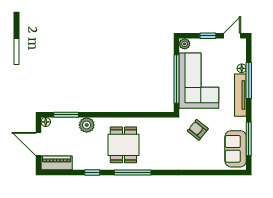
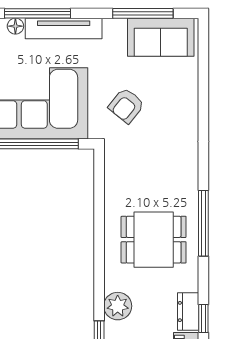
dresser: (84, 164) -> (188, 312), added
window: (92, 173) -> (203, 318), moved

